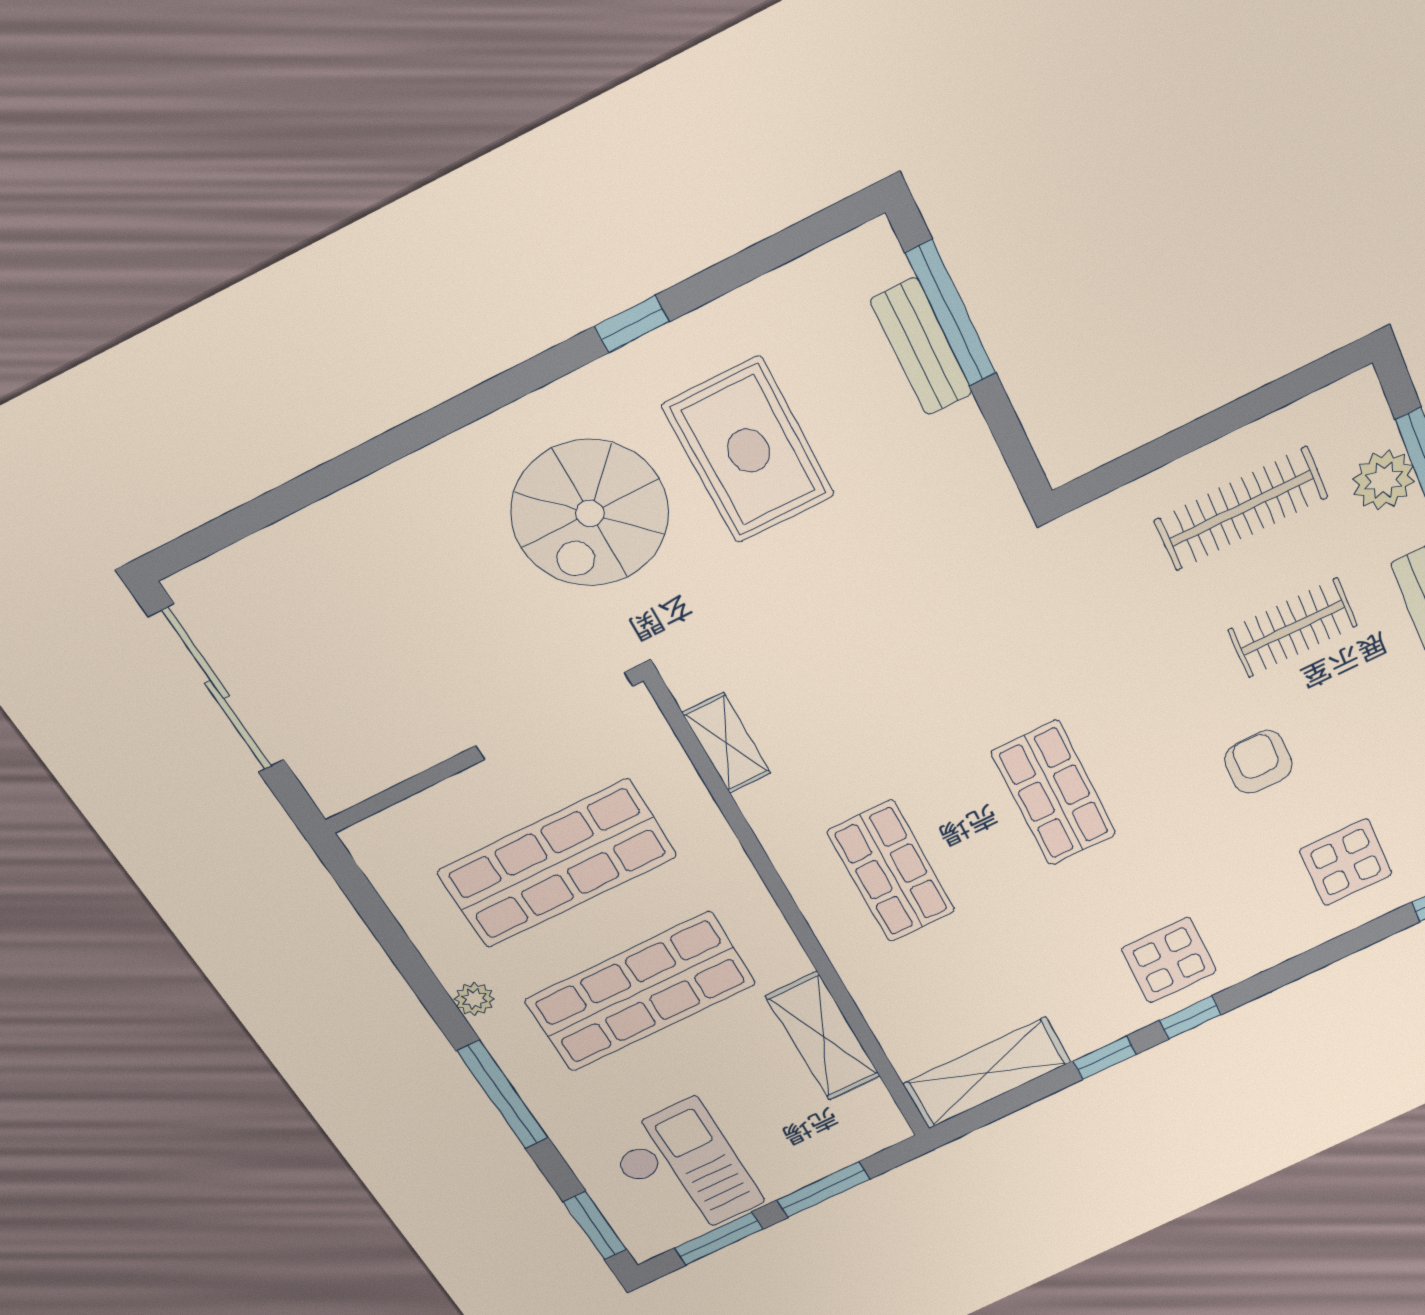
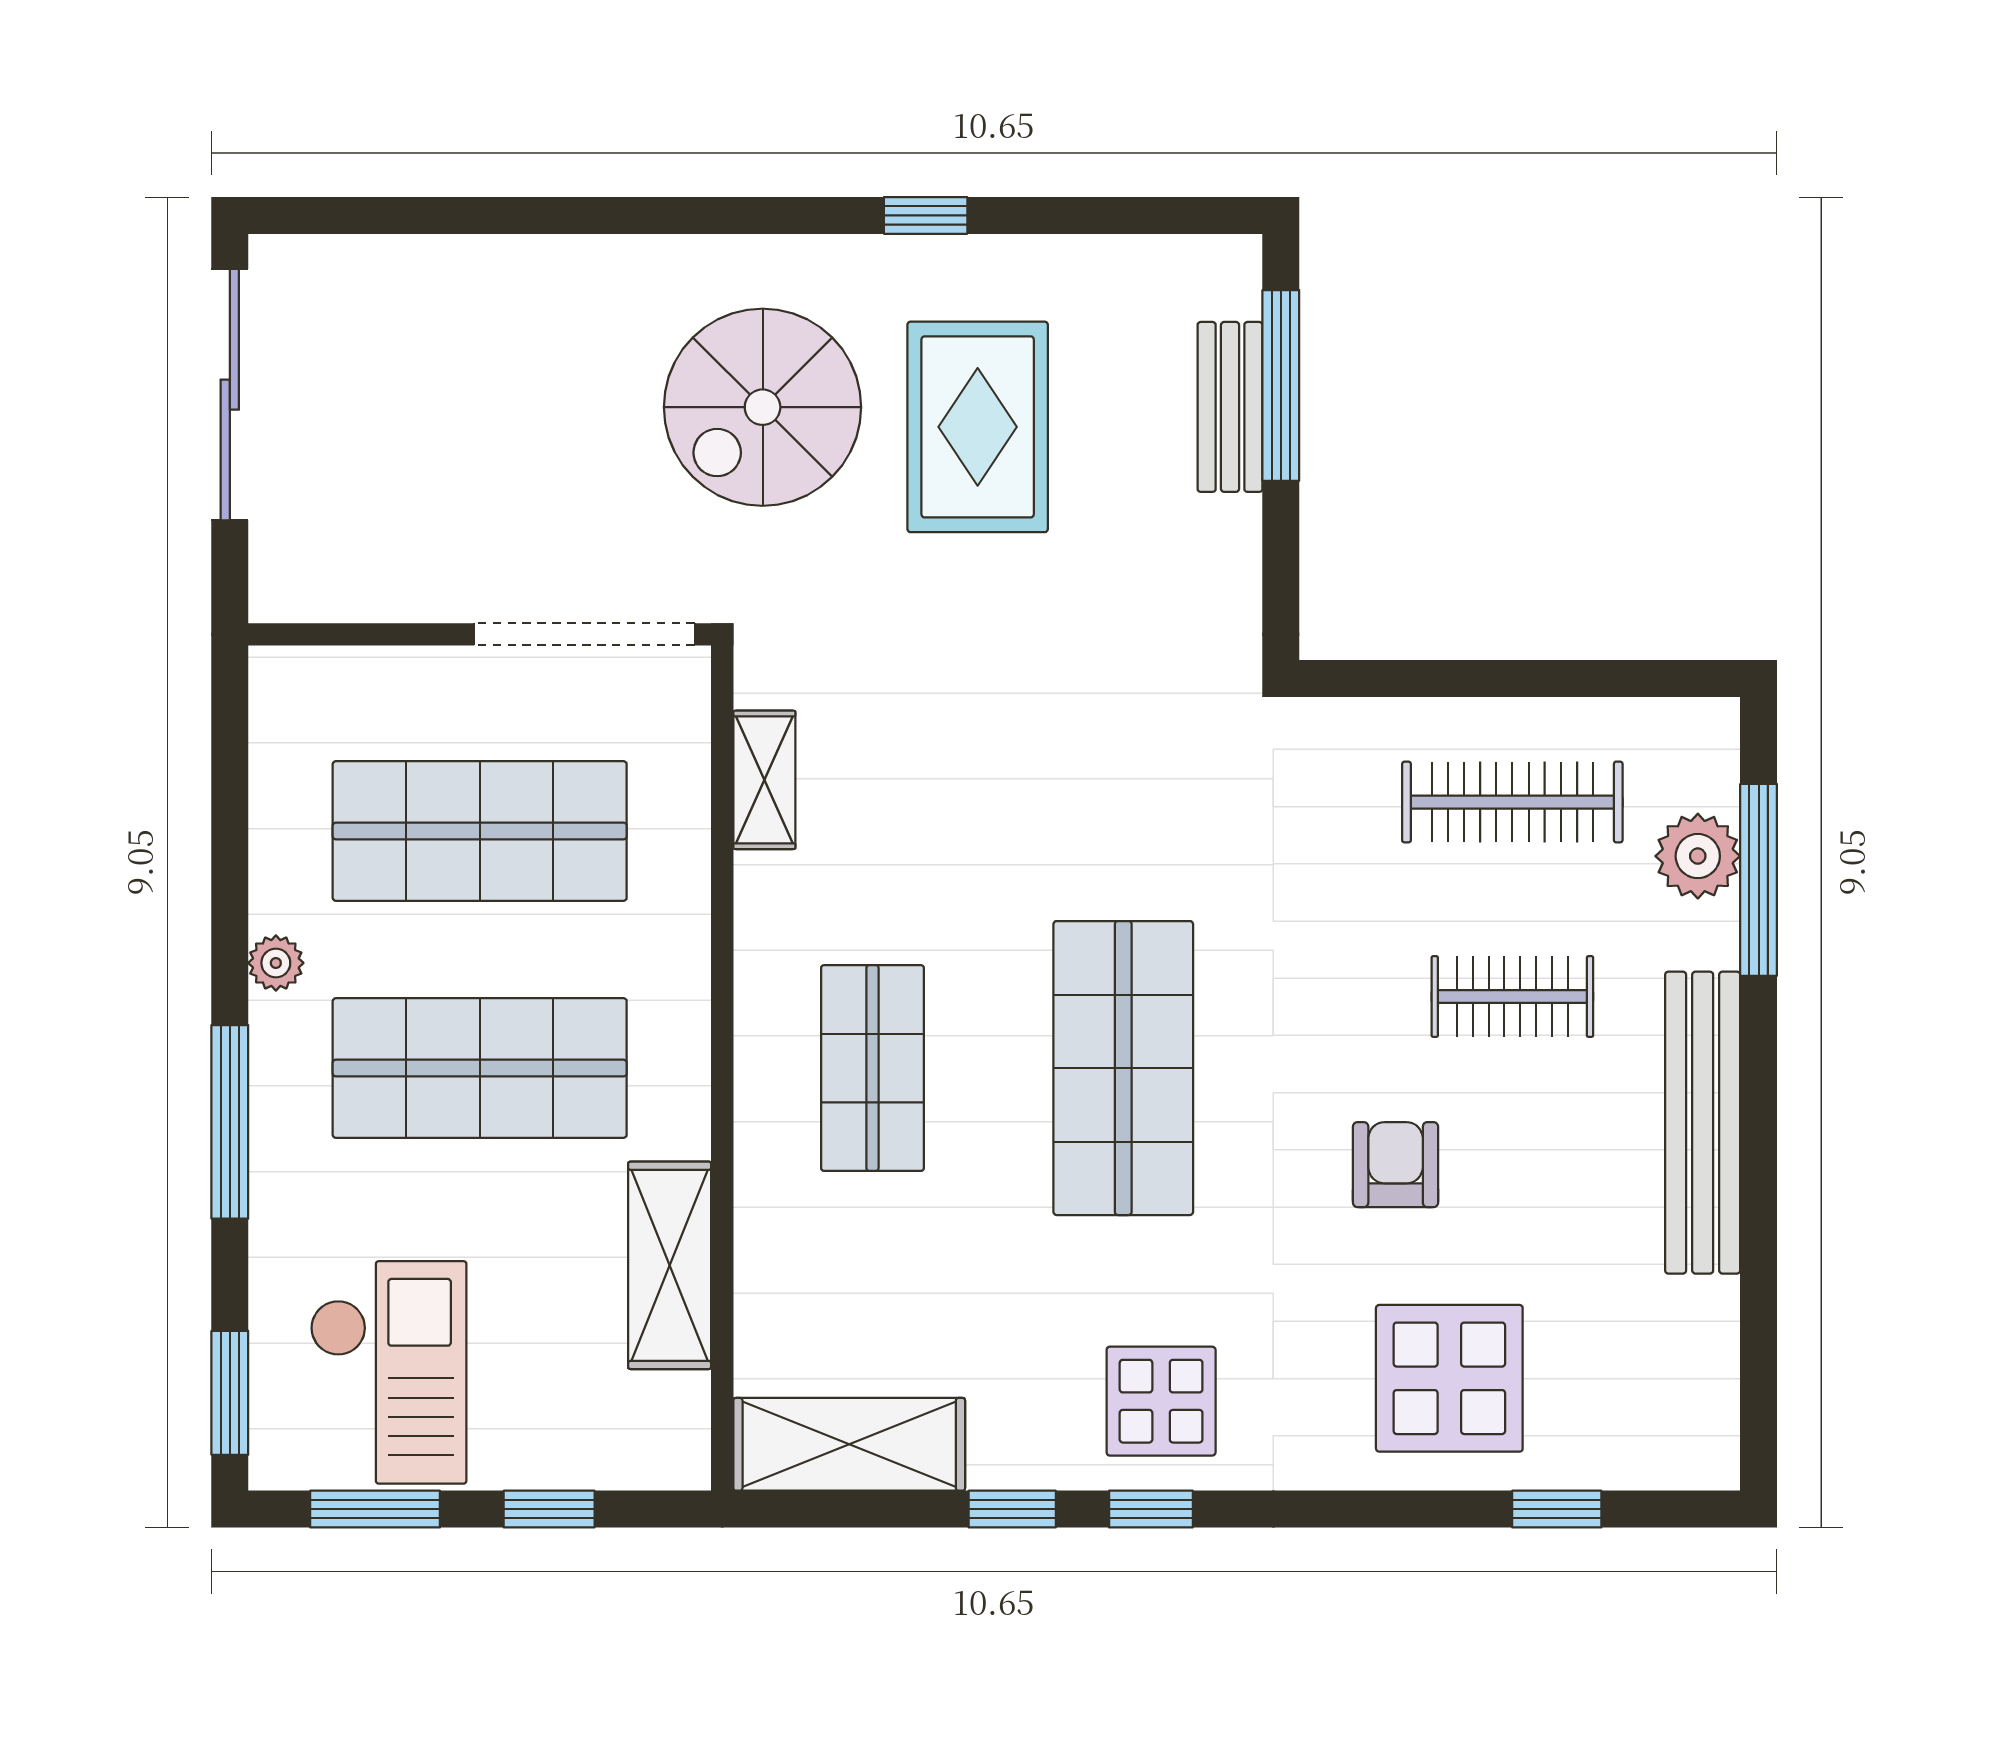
shop shelf: (1054, 793) -> (1123, 1068), width x1.43, depth x1.36
display table: (1346, 862) -> (1449, 1378), width x1.36, depth x1.36
window: (823, 1190) -> (549, 1509), width x0.67

